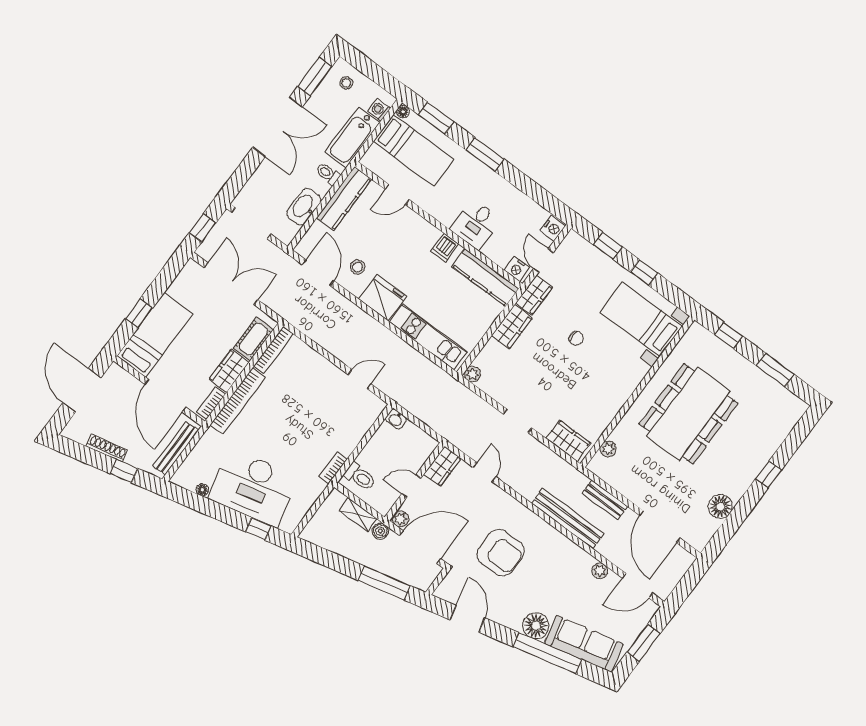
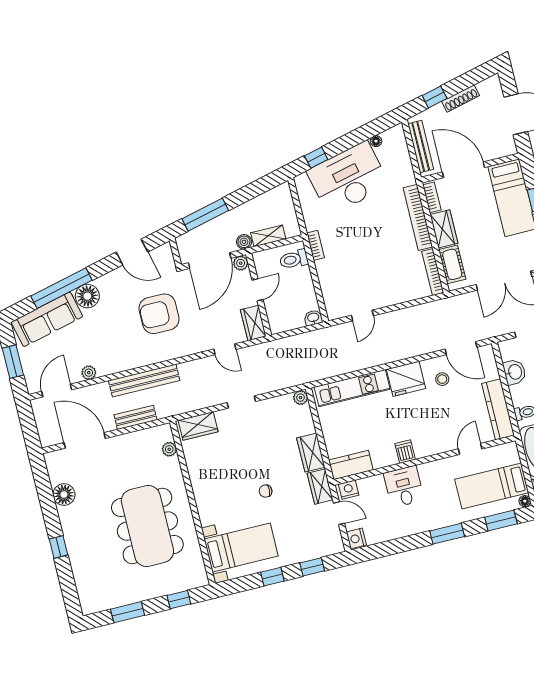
washbasin: (304, 207) -> (515, 372), width x0.72
kitchen counter: (485, 277) -> (351, 465), width x0.67

